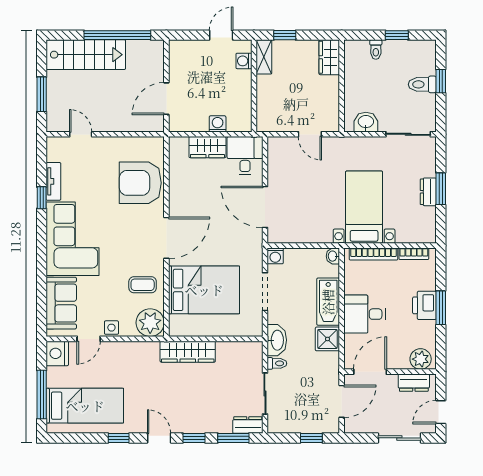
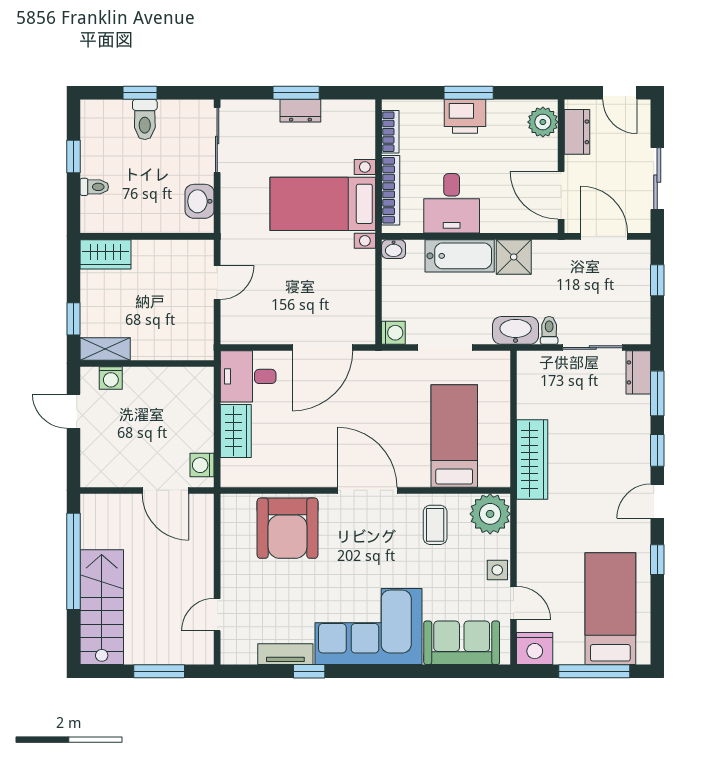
washing machine: (218, 124) -> (202, 465), moved
bed: (204, 290) -> (454, 436), width x0.67
desk: (364, 314) -> (452, 203), moved
sliding door: (399, 438) -> (657, 179), moved

